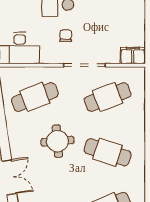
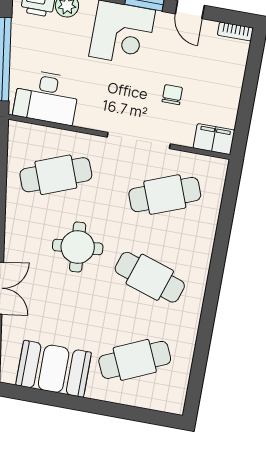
chair: (66, 36) -> (172, 95), moved

